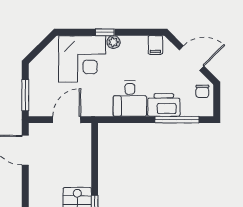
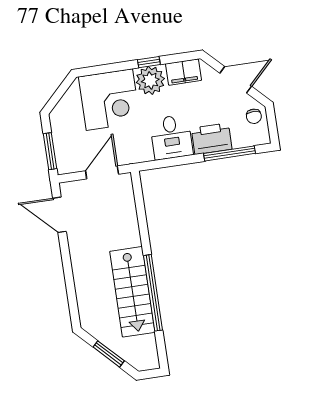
window: (105, 32) -> (149, 62), moved
plant: (113, 42) -> (150, 80), width x1.88, depth x1.88
filing cabinet: (155, 45) -> (183, 72), width x2.00

